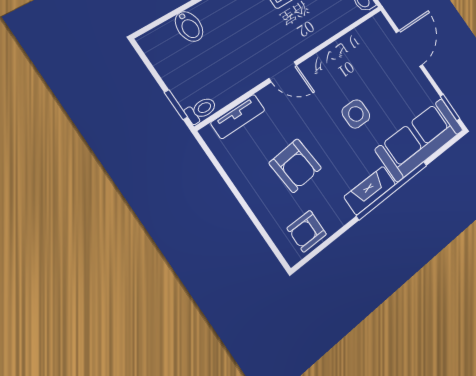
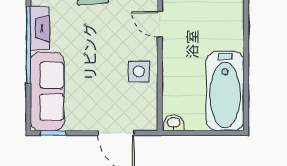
door: (283, 72) -> (160, 24), hinge flipped
side table: (356, 114) -> (139, 71), moved

